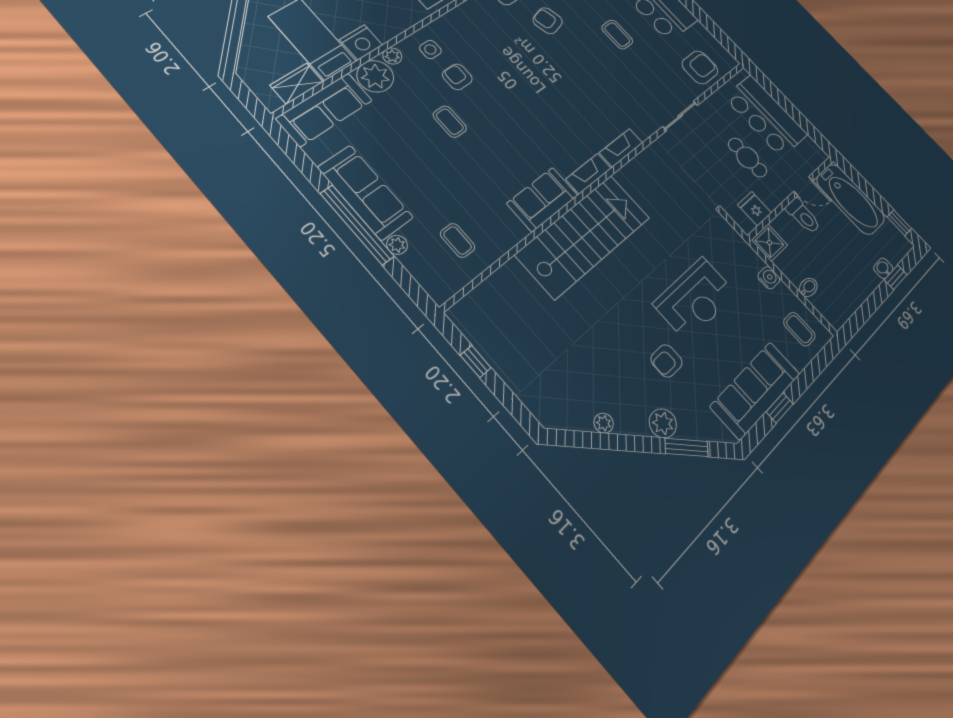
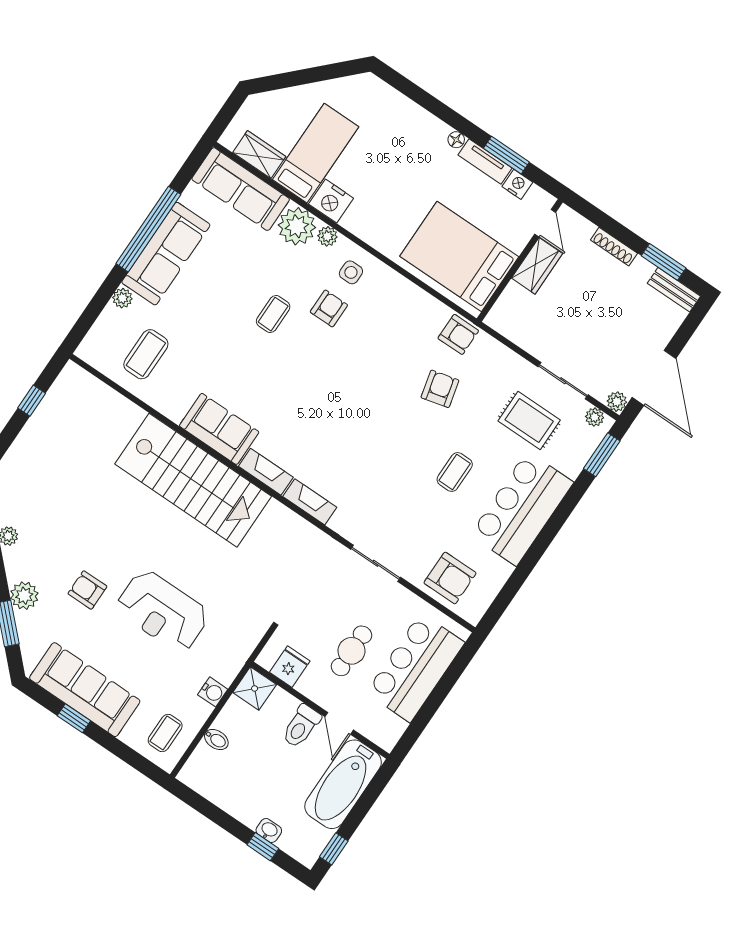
window: (357, 225) -> (148, 229), moved
coffee table: (458, 240) -> (146, 354), width x1.36, depth x1.30

